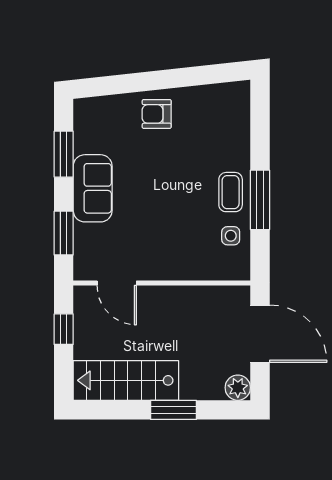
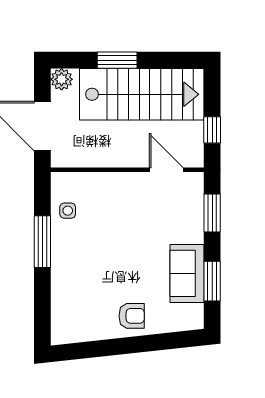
sofa: (93, 188) -> (187, 273), moved
coffee table: (231, 192) -> (68, 248), removed
stairs: (126, 380) -> (142, 94), width x1.36, depth x1.51

